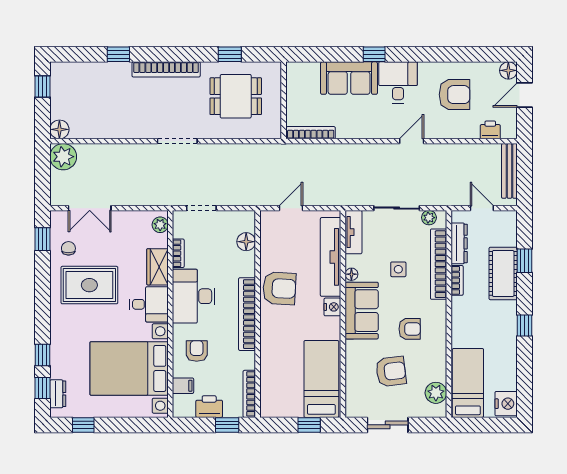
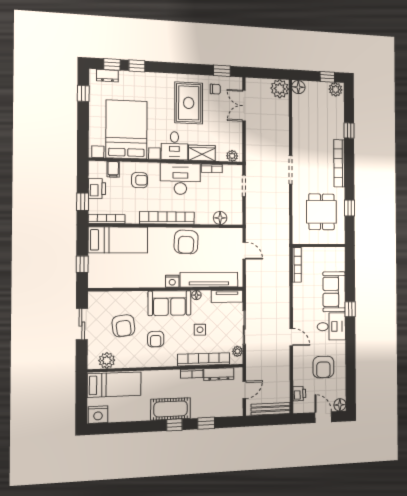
plant: (60, 74) -> (336, 89), added
cot: (503, 273) -> (171, 409), moved
window: (525, 326) -> (174, 425), moved
bed: (321, 379) -> (118, 240), moved

